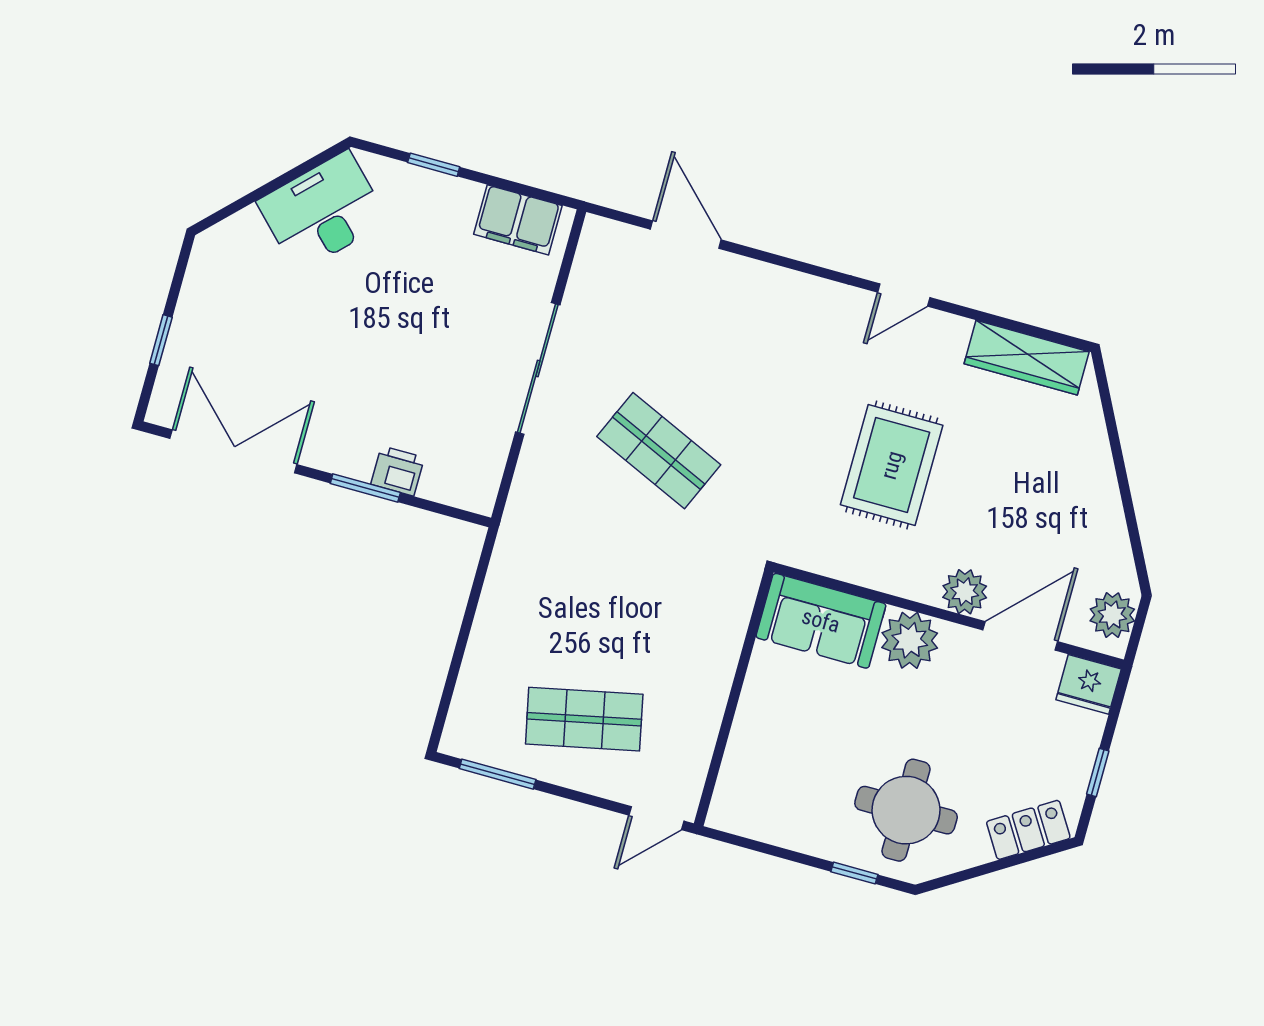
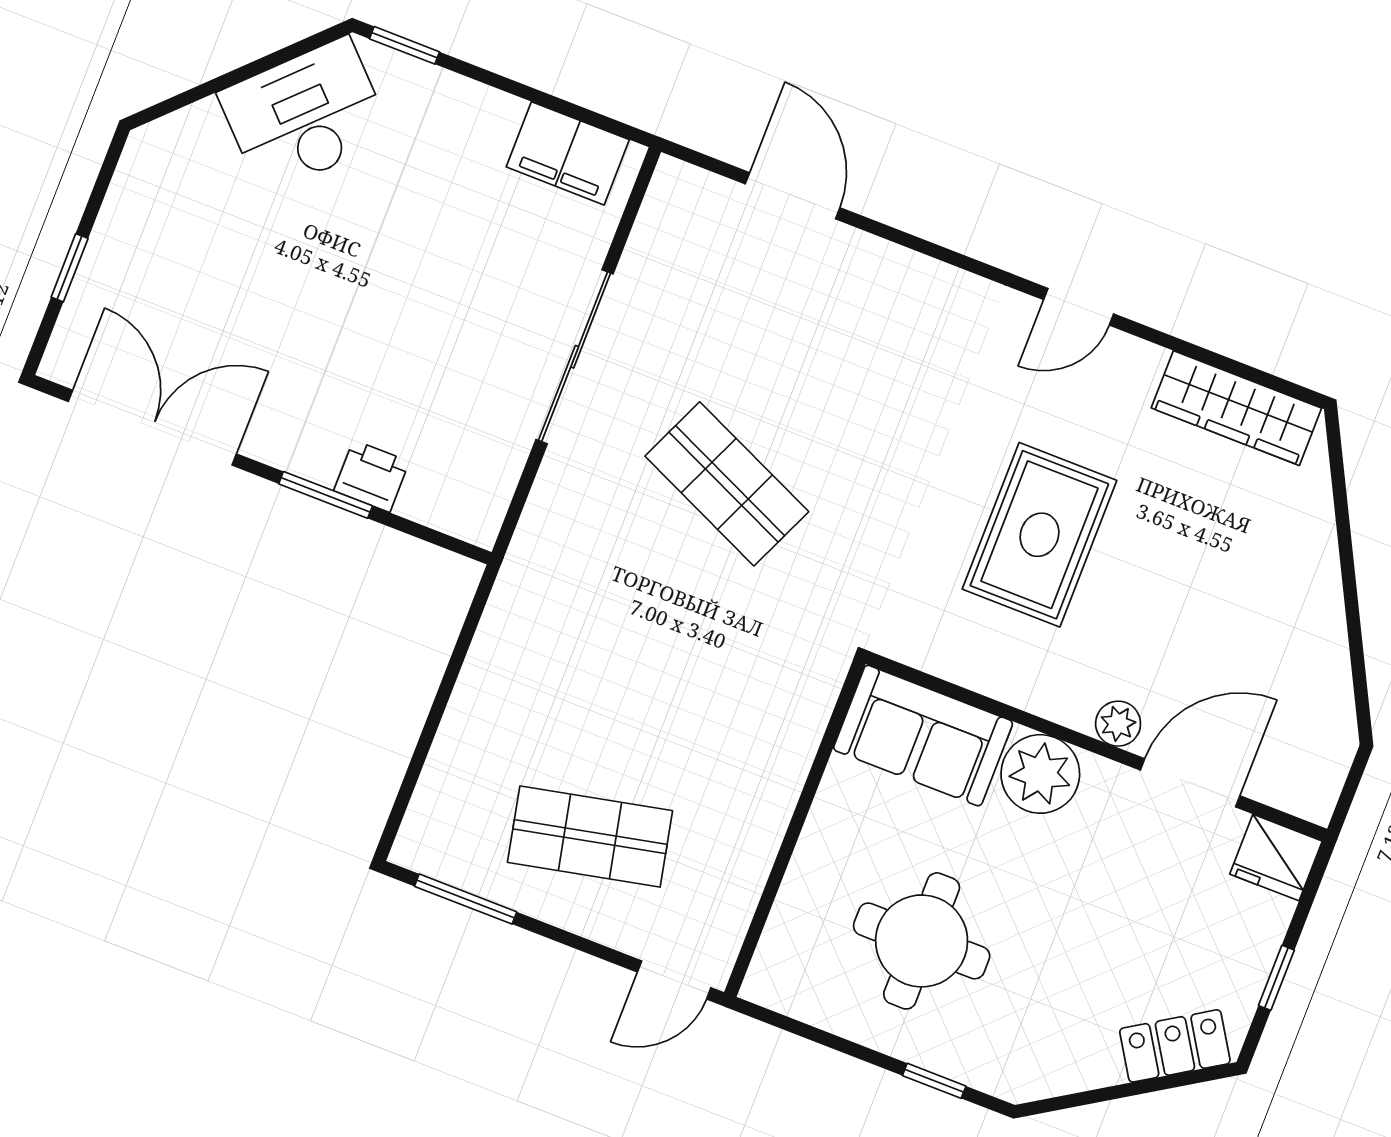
window: (434, 165) -> (405, 45), moved
plant: (965, 592) -> (1118, 724), width x0.73, depth x0.73
plant: (1112, 615) -> (1317, 767), removed
round table: (906, 810) -> (922, 941), moved

